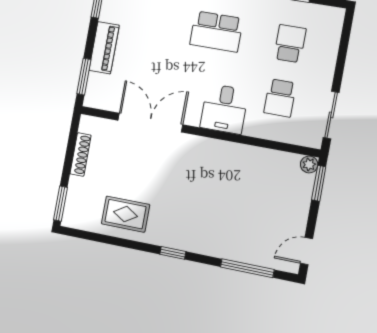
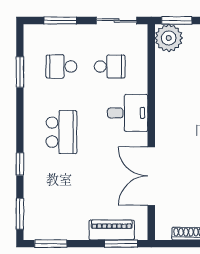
piano: (104, 48) -> (112, 230), moved
window: (343, 51) -> (60, 21), added
plant: (309, 164) -> (169, 38), width x1.87, depth x1.87

